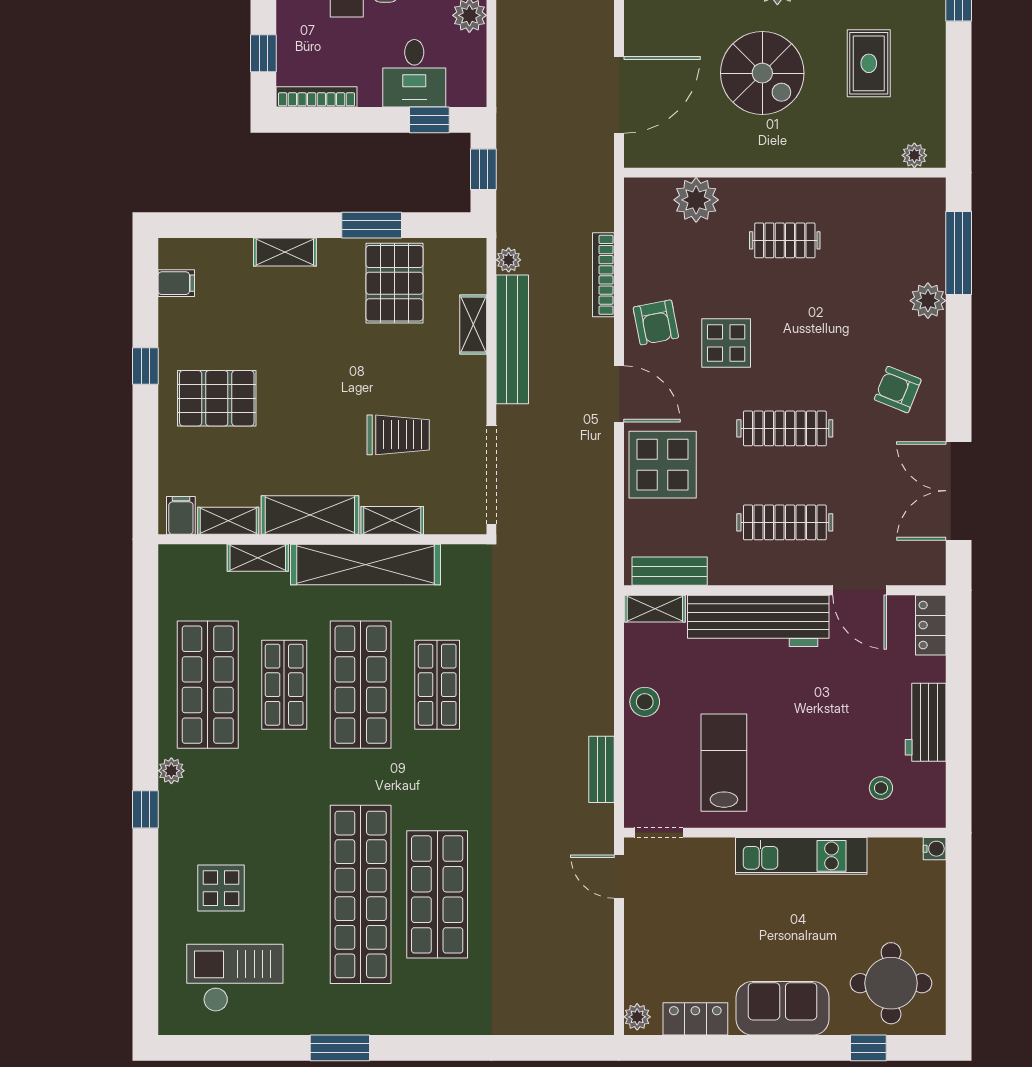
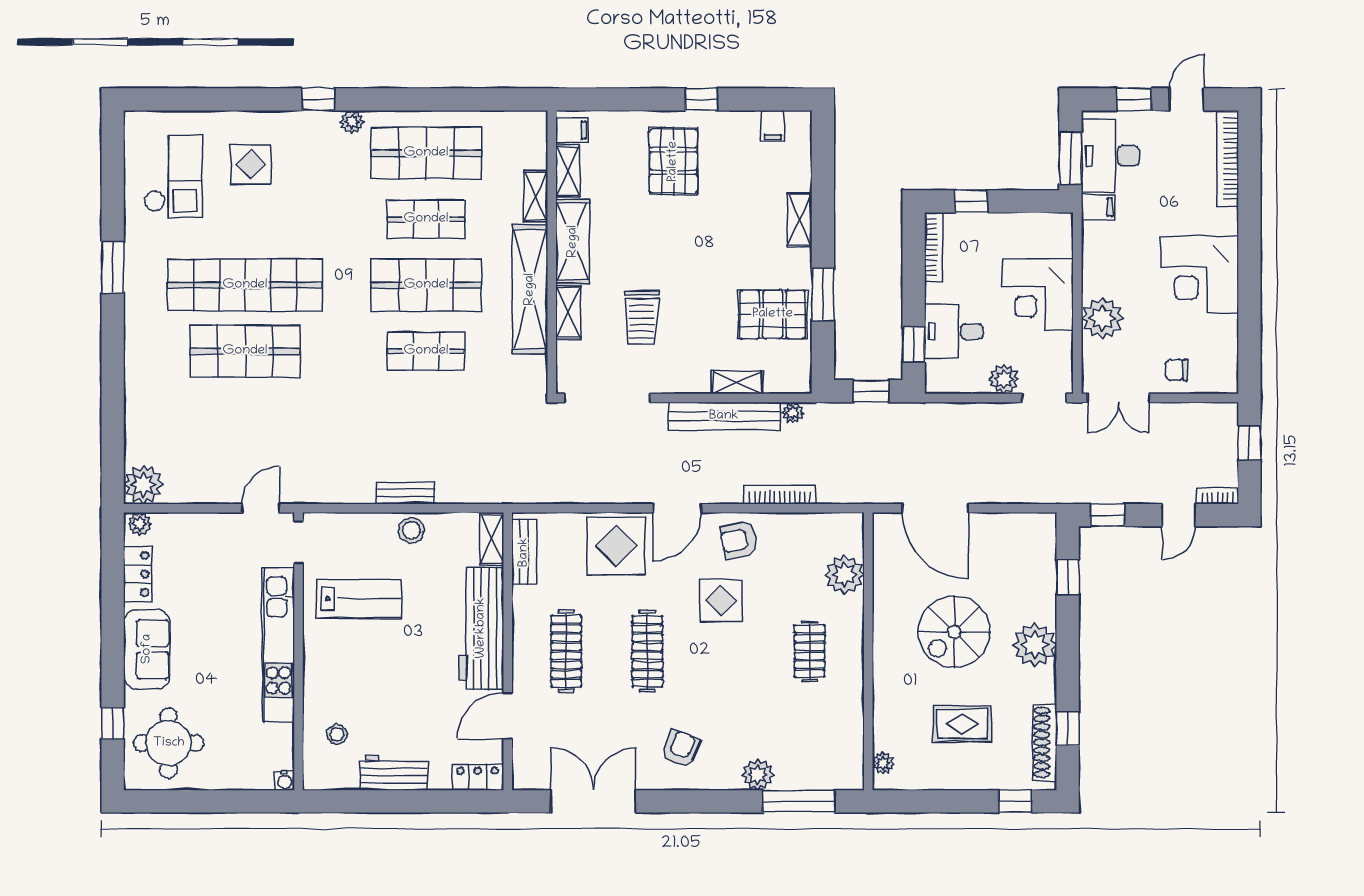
bench: (602, 769) -> (406, 493), moved
kitchen unit: (801, 856) -> (278, 645), width x1.36
plant: (592, 1012) -> (143, 484), added

